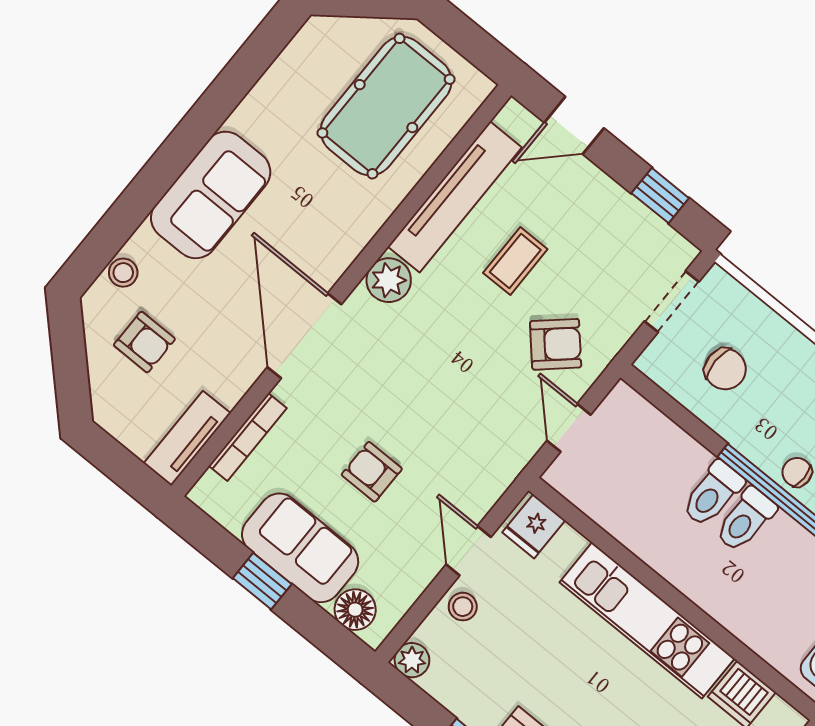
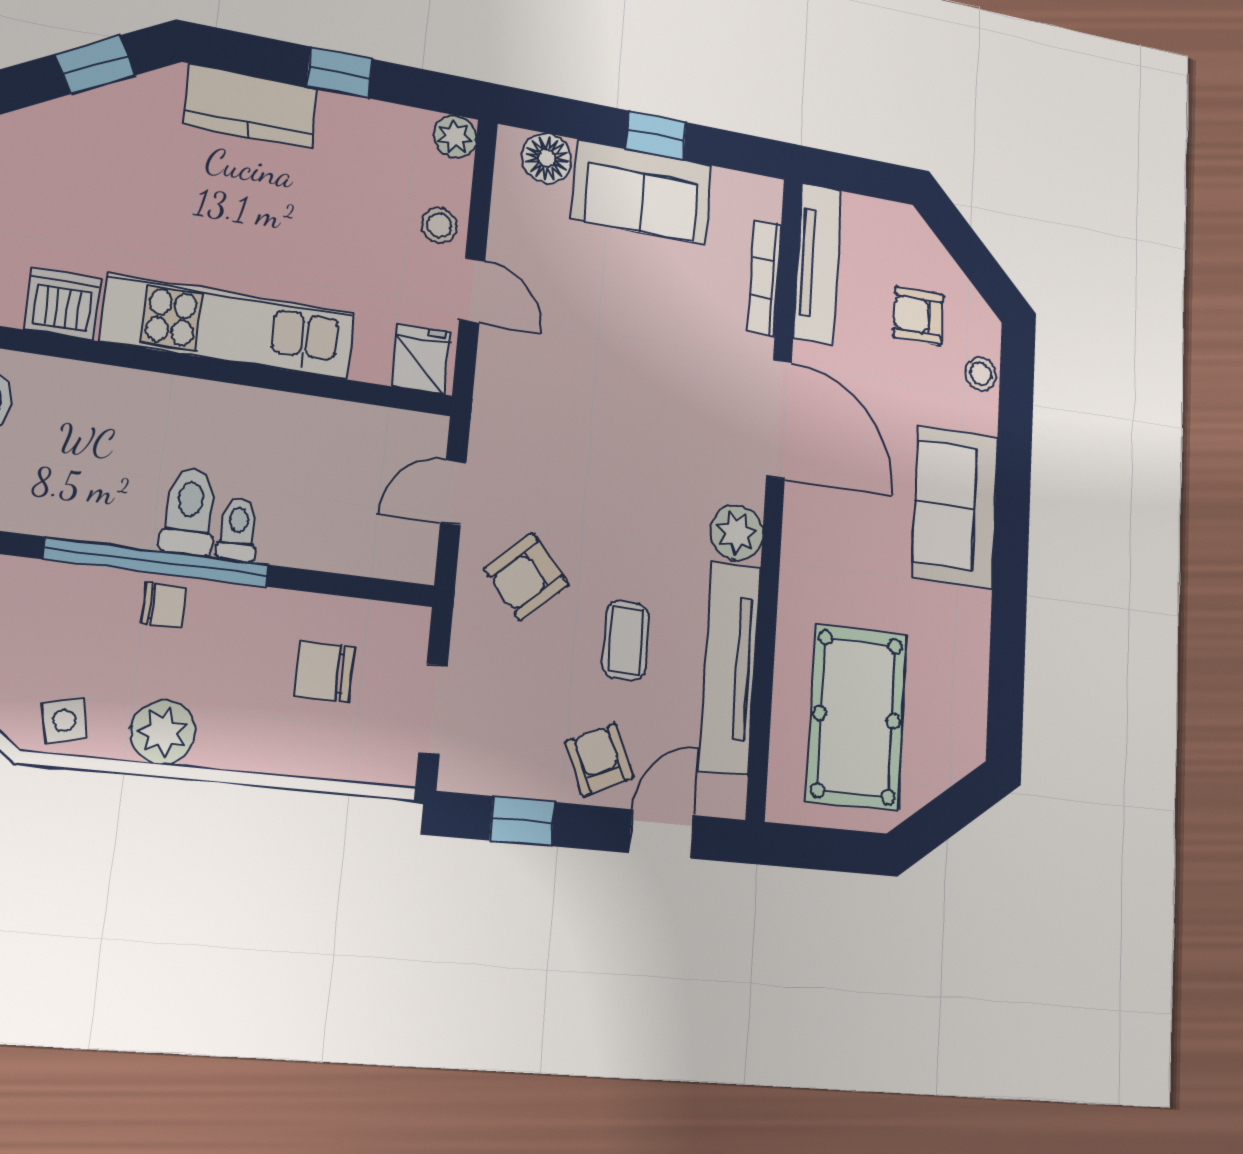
door: (569, 428) -> (453, 492), swing flipped
tv unit: (187, 438) -> (817, 264), width x1.41
armchair: (372, 472) -> (599, 759), moved, turned -114
toilet: (713, 494) -> (238, 529), width x0.73, depth x0.72

